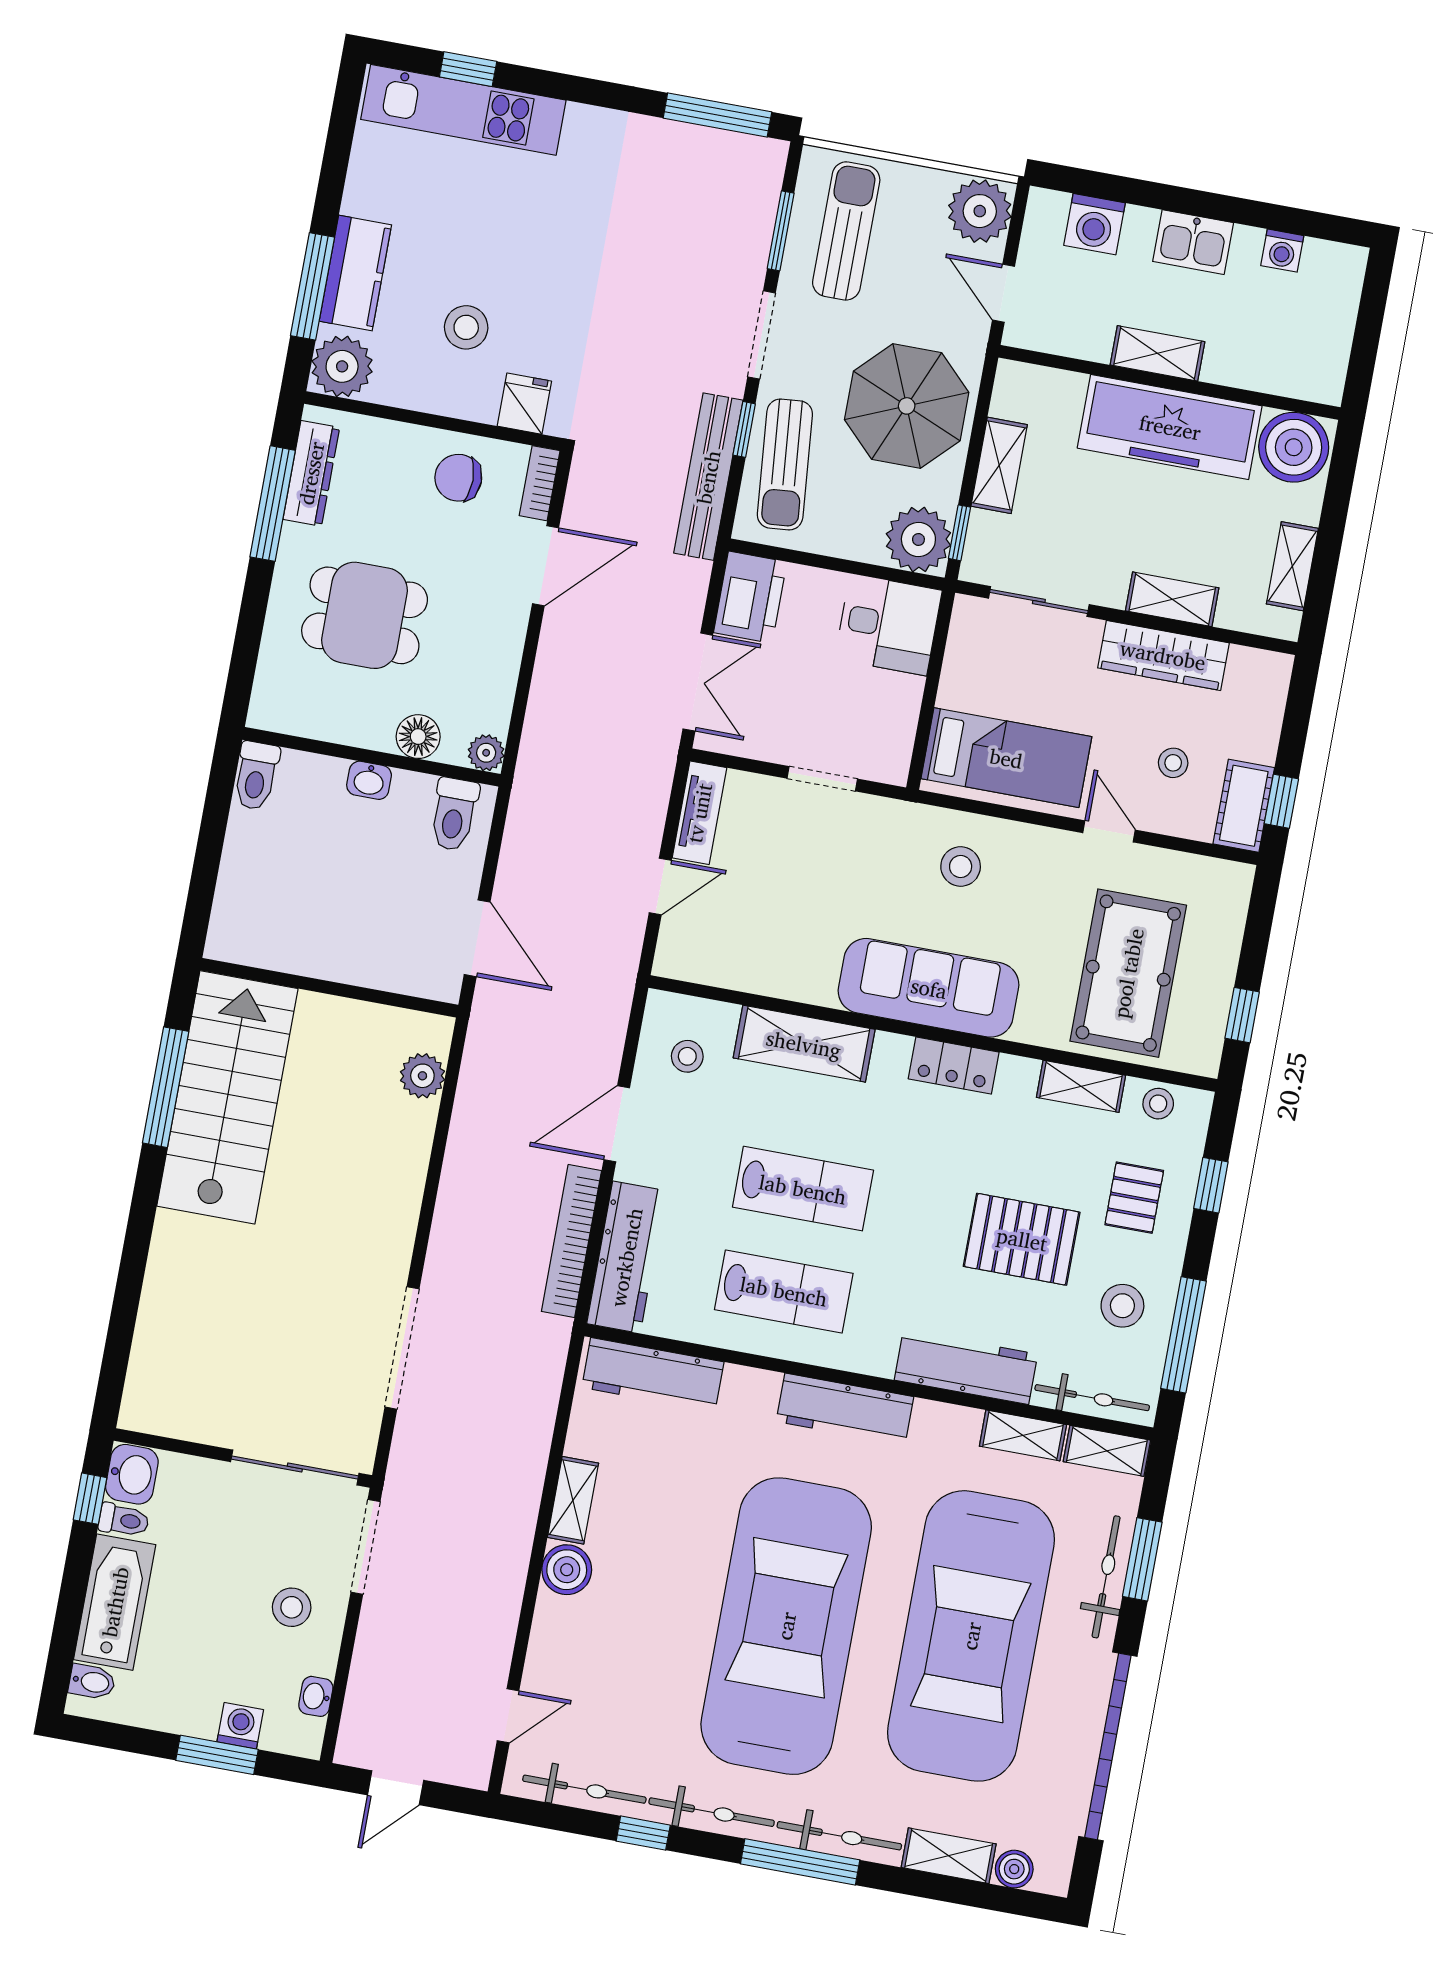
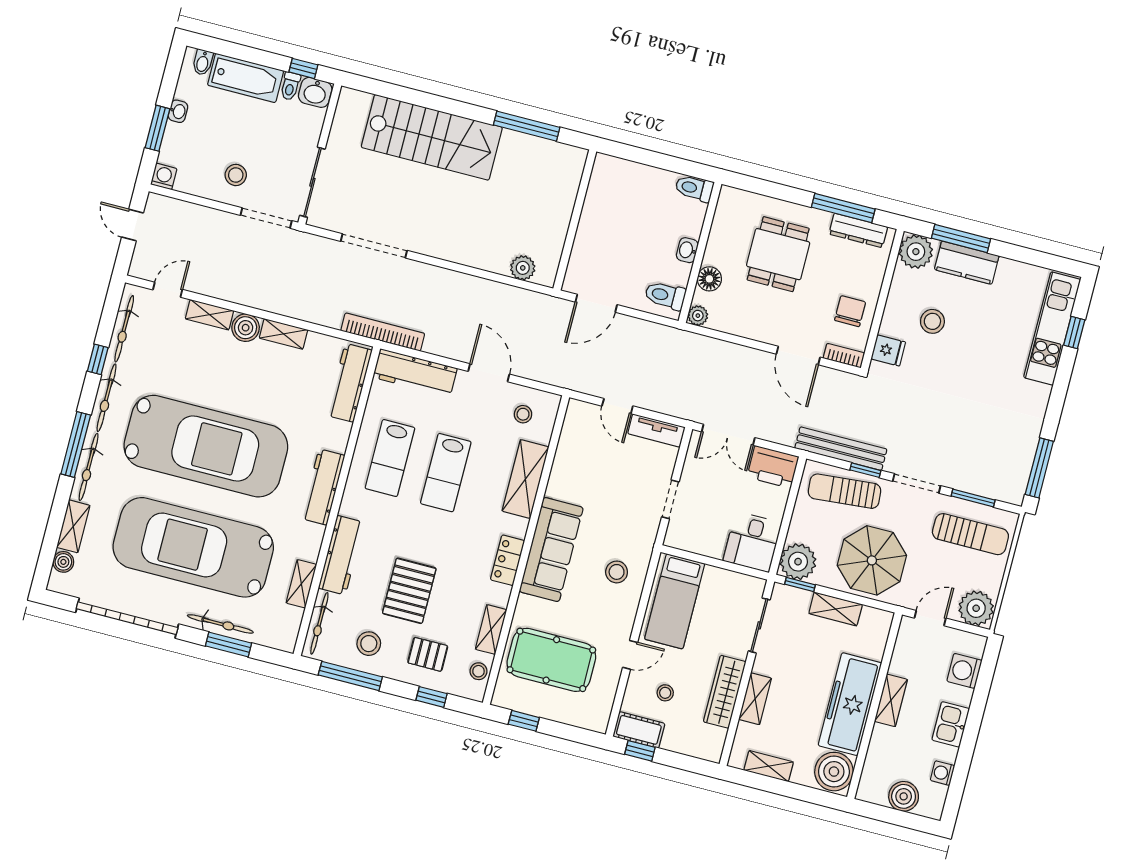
boiler: (1330, 318) -> (904, 796), added
stairs: (227, 1097) -> (432, 137), moved
bookcase: (571, 1241) -> (383, 332), moved
shelving: (1107, 1451) -> (209, 315), moved, turned 90
washbasin: (316, 1696) -> (178, 111), moved, turned 90
door: (508, 1716) -> (168, 290), swing flipped
washing machine: (240, 1726) -> (164, 176), moved, turned -90

